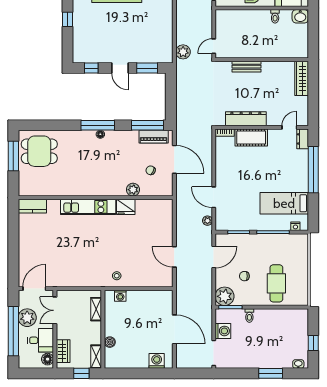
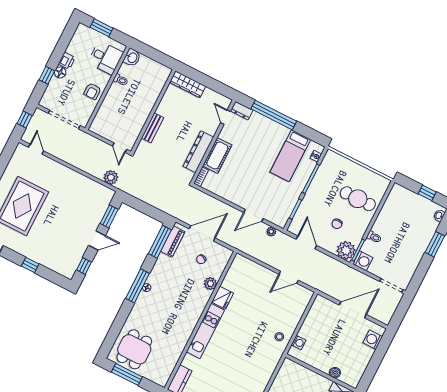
shelving: (96, 309) -> (300, 370), removed
washing machine: (223, 331) -> (363, 261), moved, turned 90

